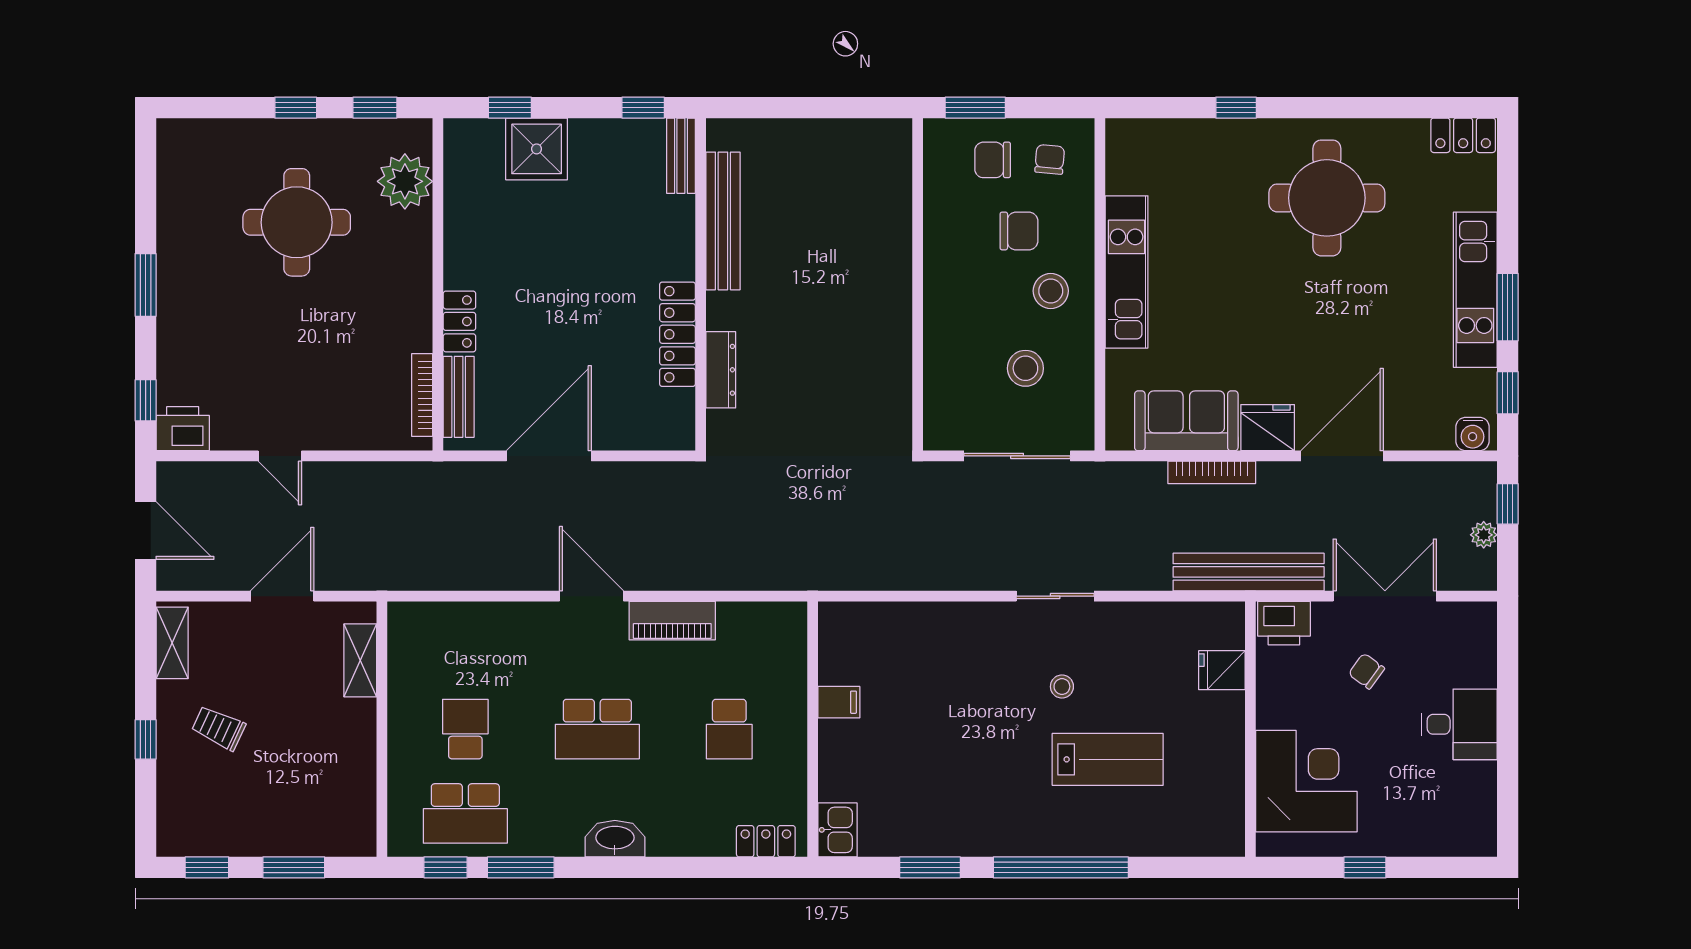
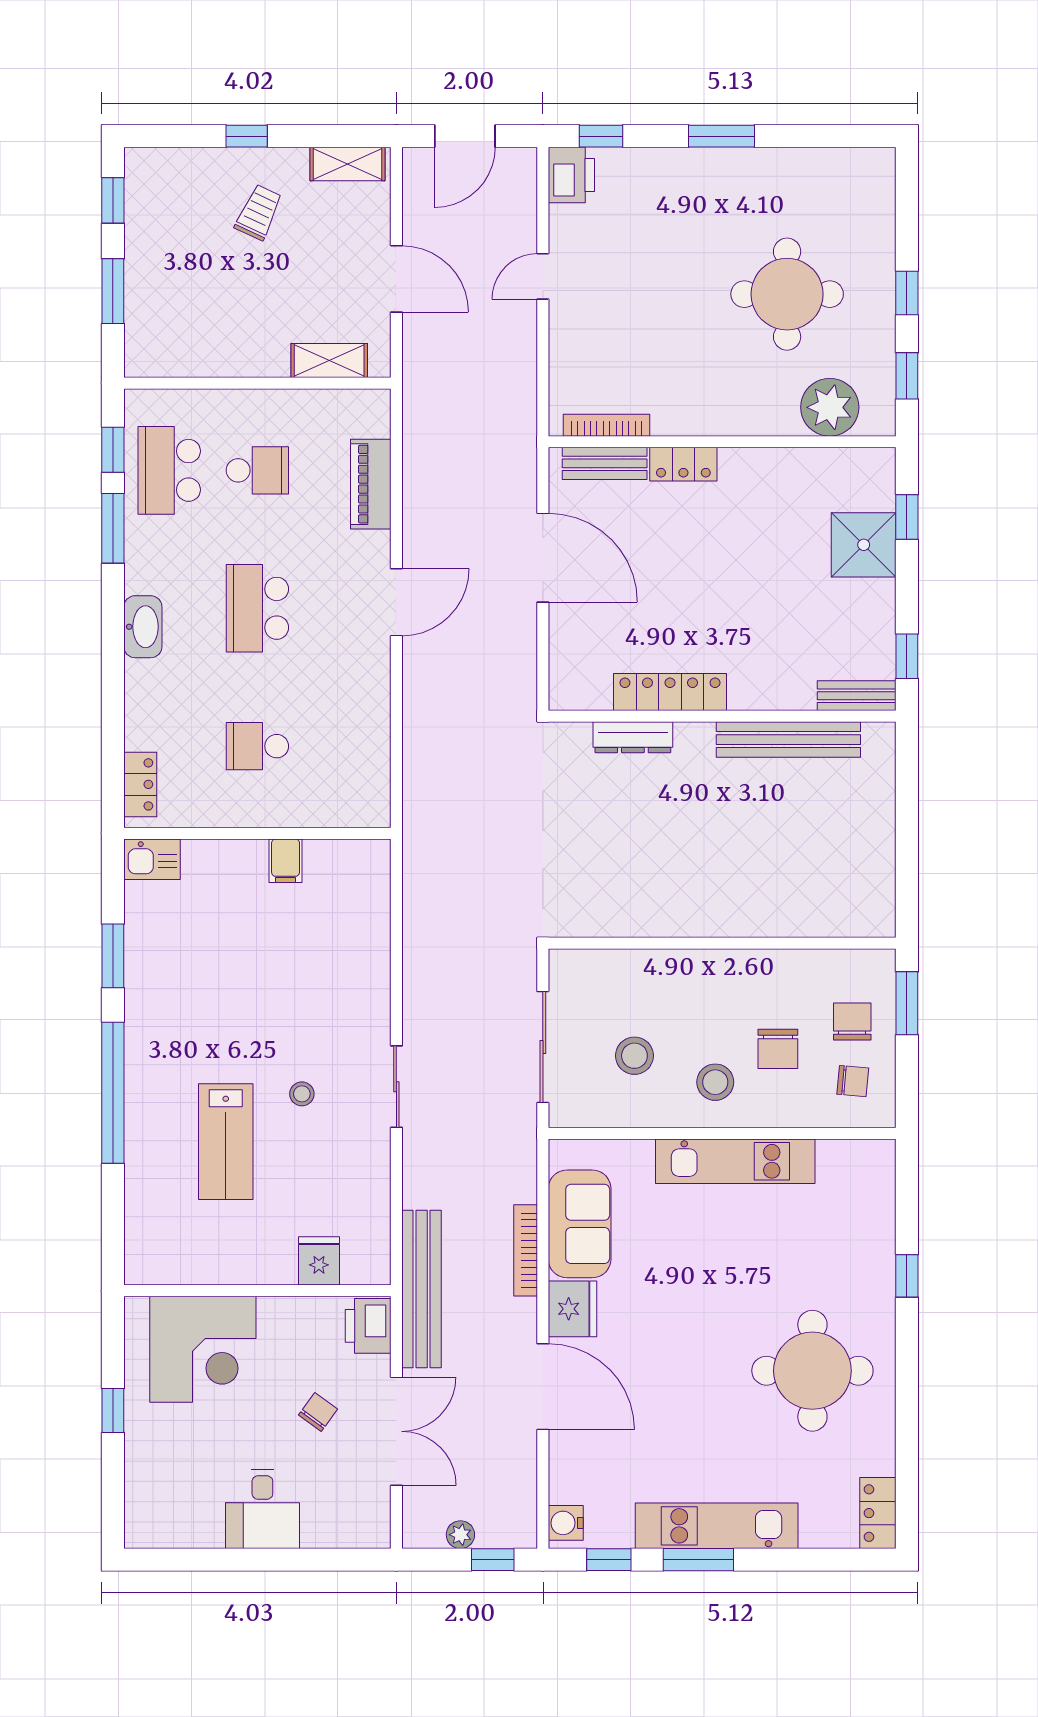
piano: (672, 621) -> (371, 484), moved

